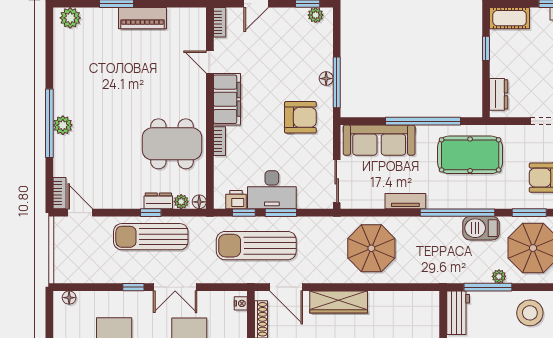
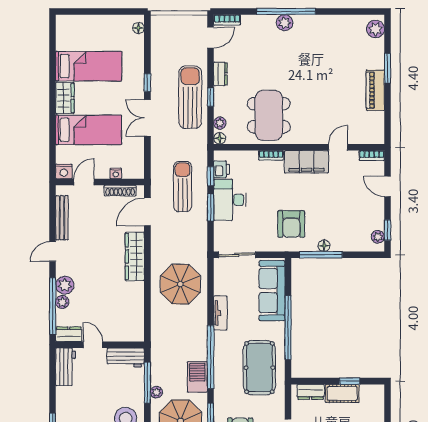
cot: (510, 18) -> (342, 393), moved, turned 90
dresser: (158, 201) -> (220, 74), moved
sun lounger: (256, 246) -> (183, 187), width x0.73, depth x0.75
nightstand: (241, 303) -> (116, 174), moved

